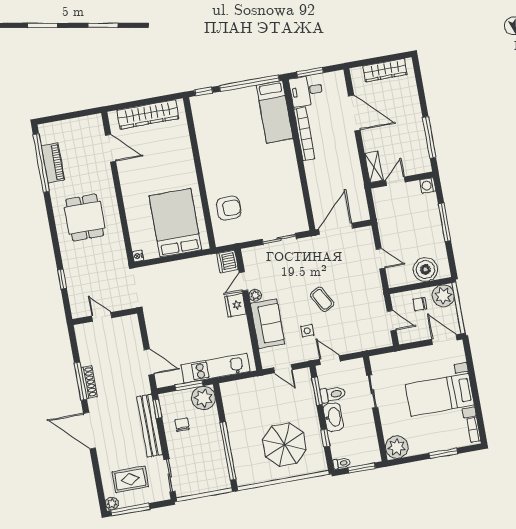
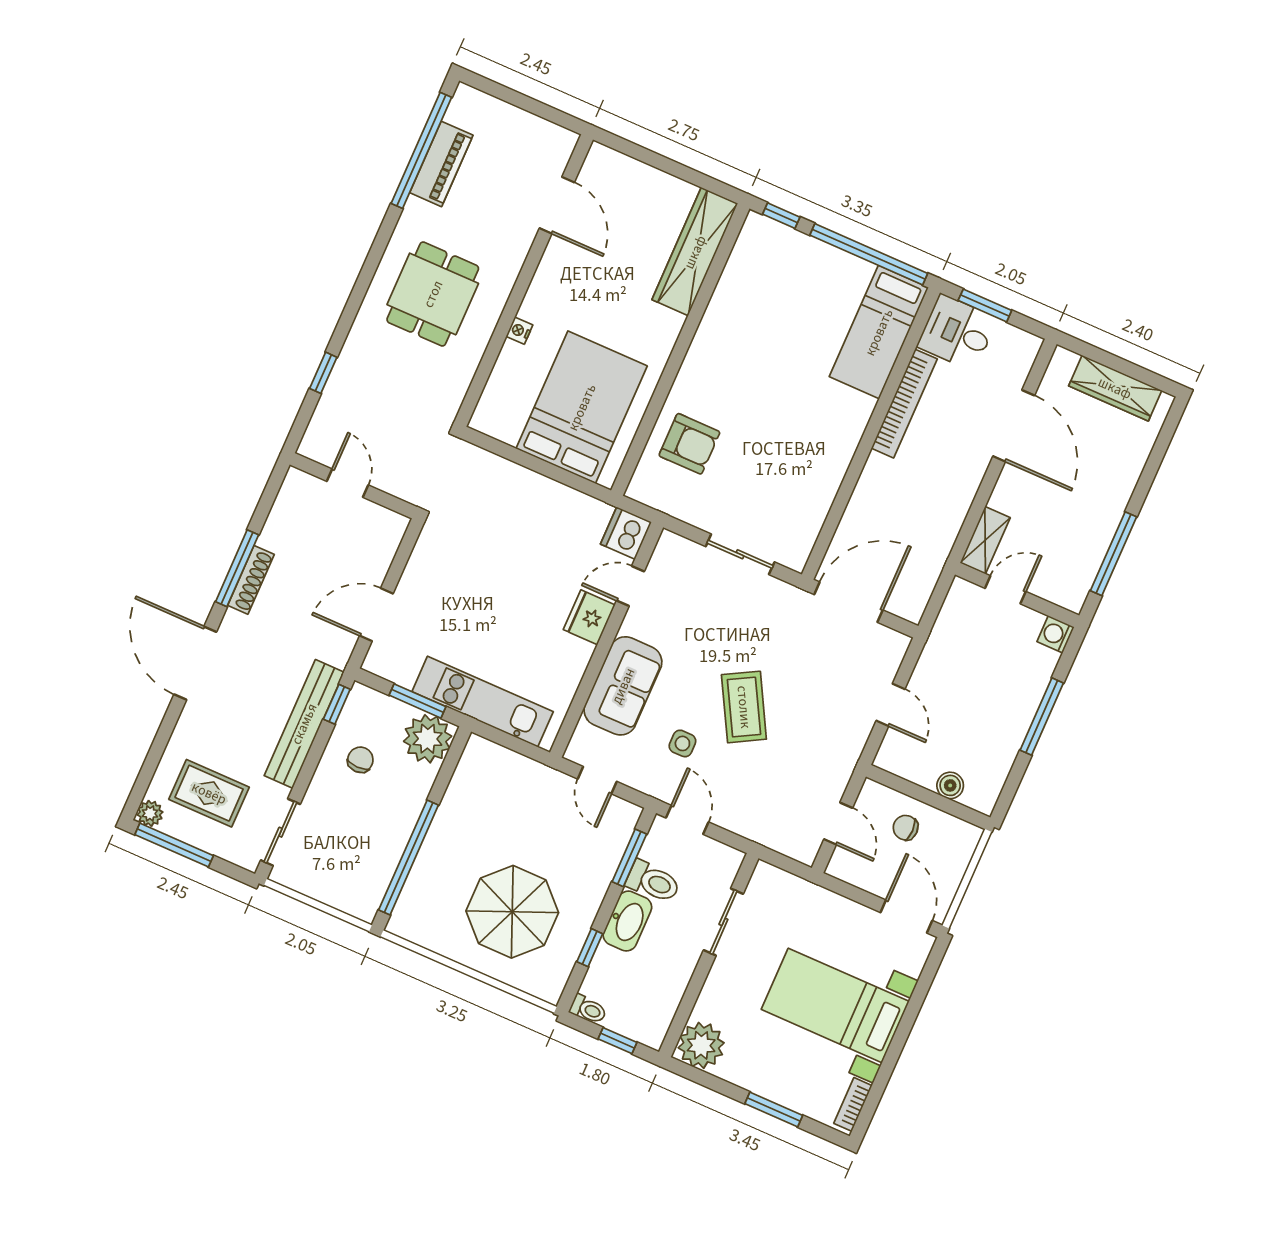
wardrobe: (148, 114) -> (695, 252), moved, turned 90
nightstand: (138, 256) -> (519, 331), moved
boiler: (425, 269) -> (950, 785), width x0.54, depth x0.54
plant: (255, 295) -> (634, 623), removed
plant: (443, 296) -> (955, 841), removed
coffee table: (322, 299) -> (744, 707), width x1.36, depth x1.30
door: (149, 362) -> (376, 615), swing flipped
window: (362, 468) -> (617, 1041), width x0.67

